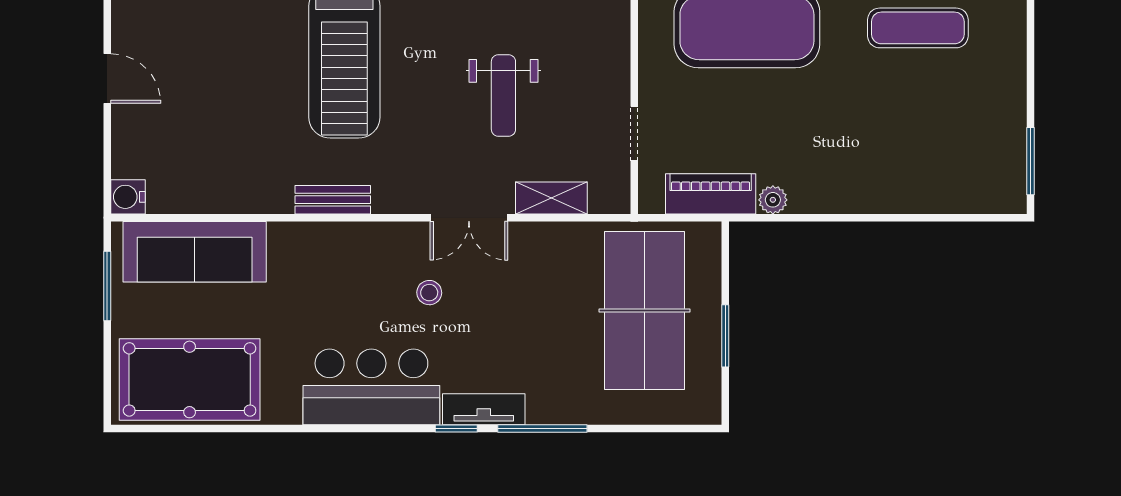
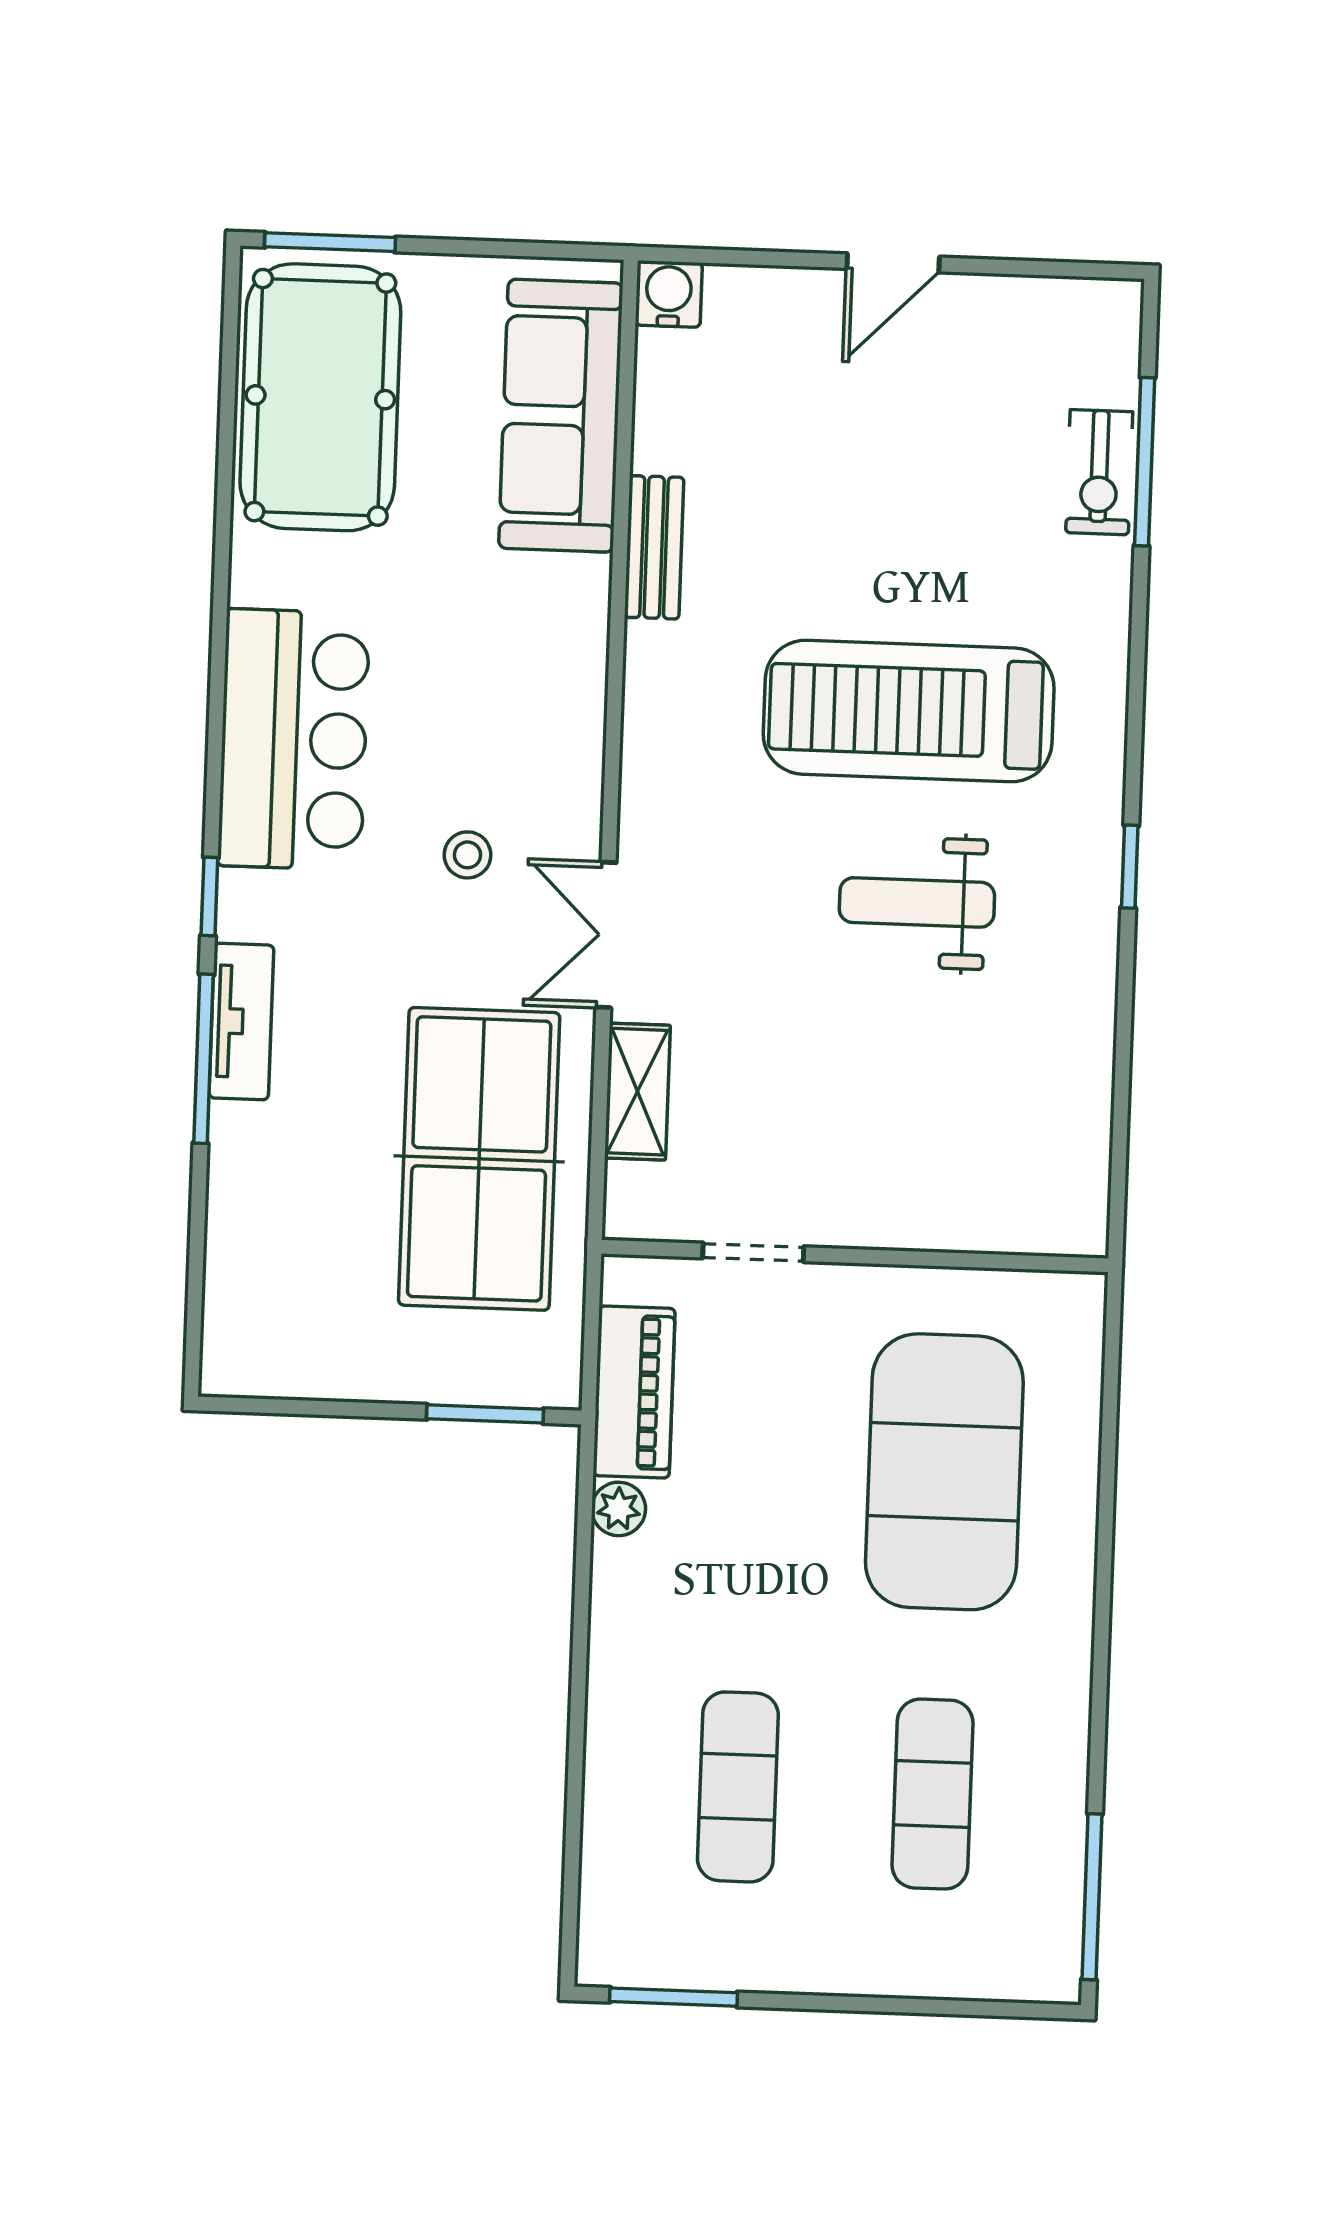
weight bench: (503, 95) -> (917, 902), moved
exercise mat: (918, 131) -> (738, 1787), added
bench: (333, 200) -> (654, 547), moved
window: (107, 286) -> (330, 242), moved
table tennis table: (645, 310) -> (479, 1159), moved, turned 90
window: (725, 336) -> (485, 1414), moved
tv unit: (484, 409) -> (241, 1022), moved

